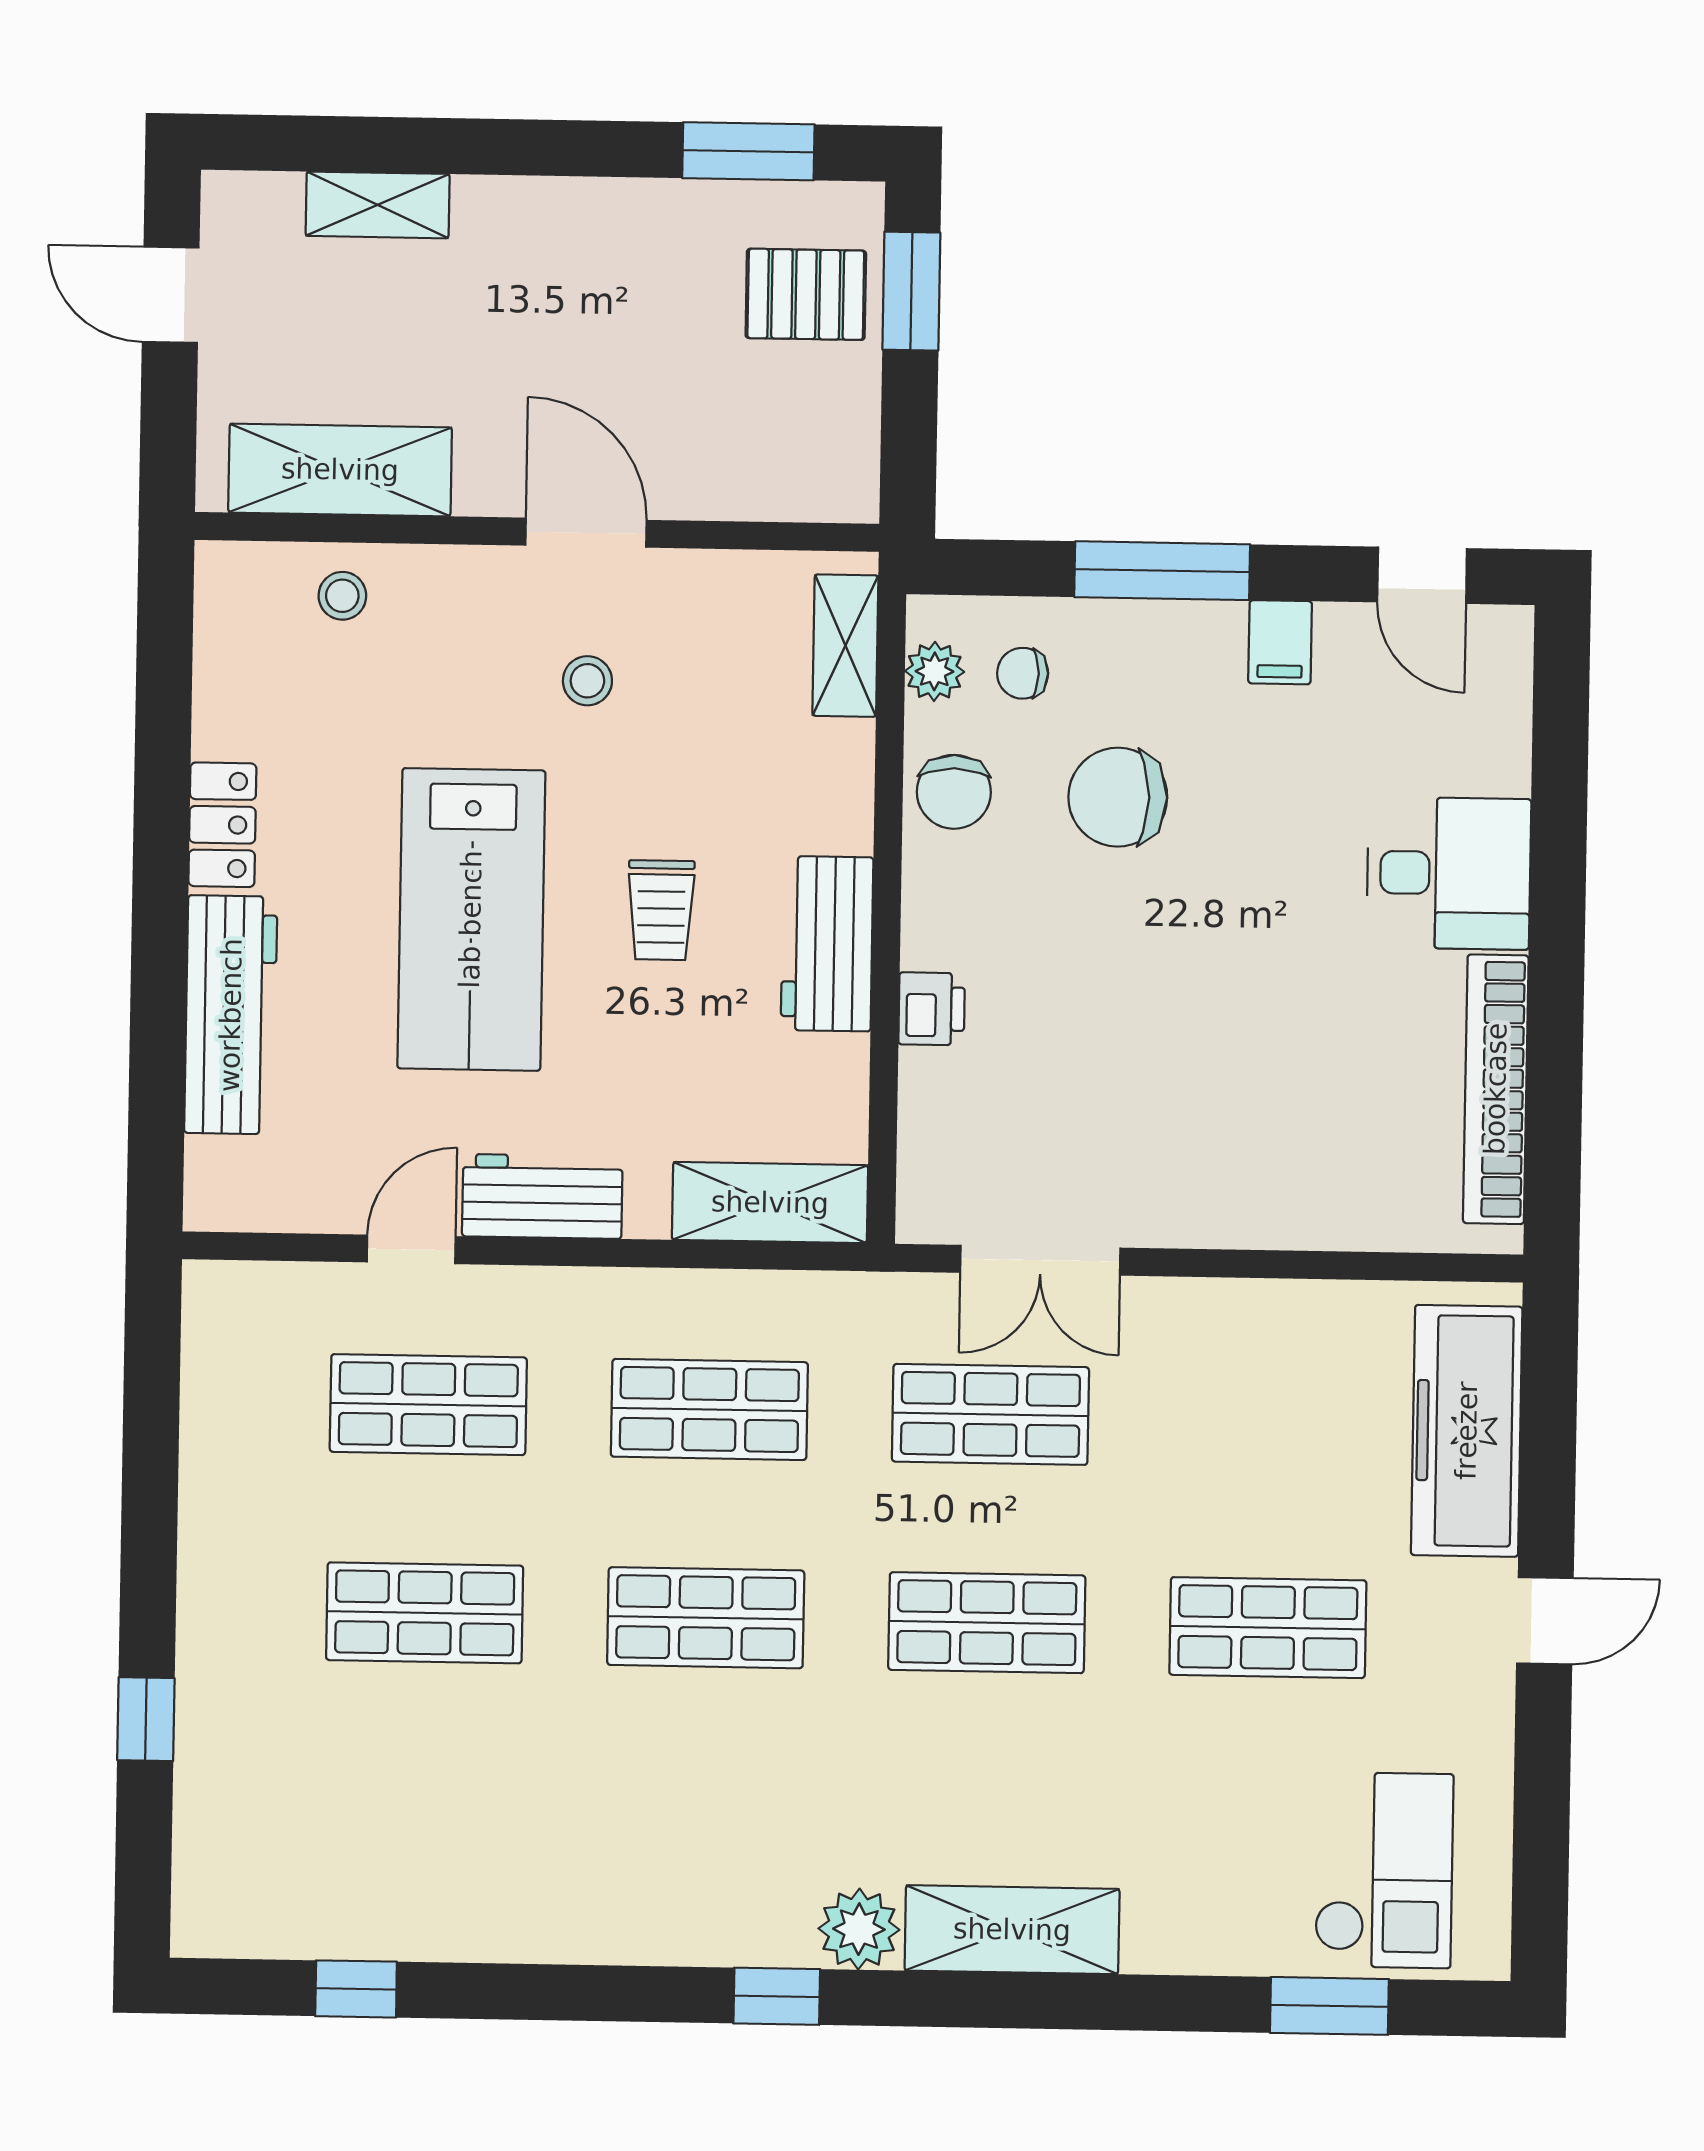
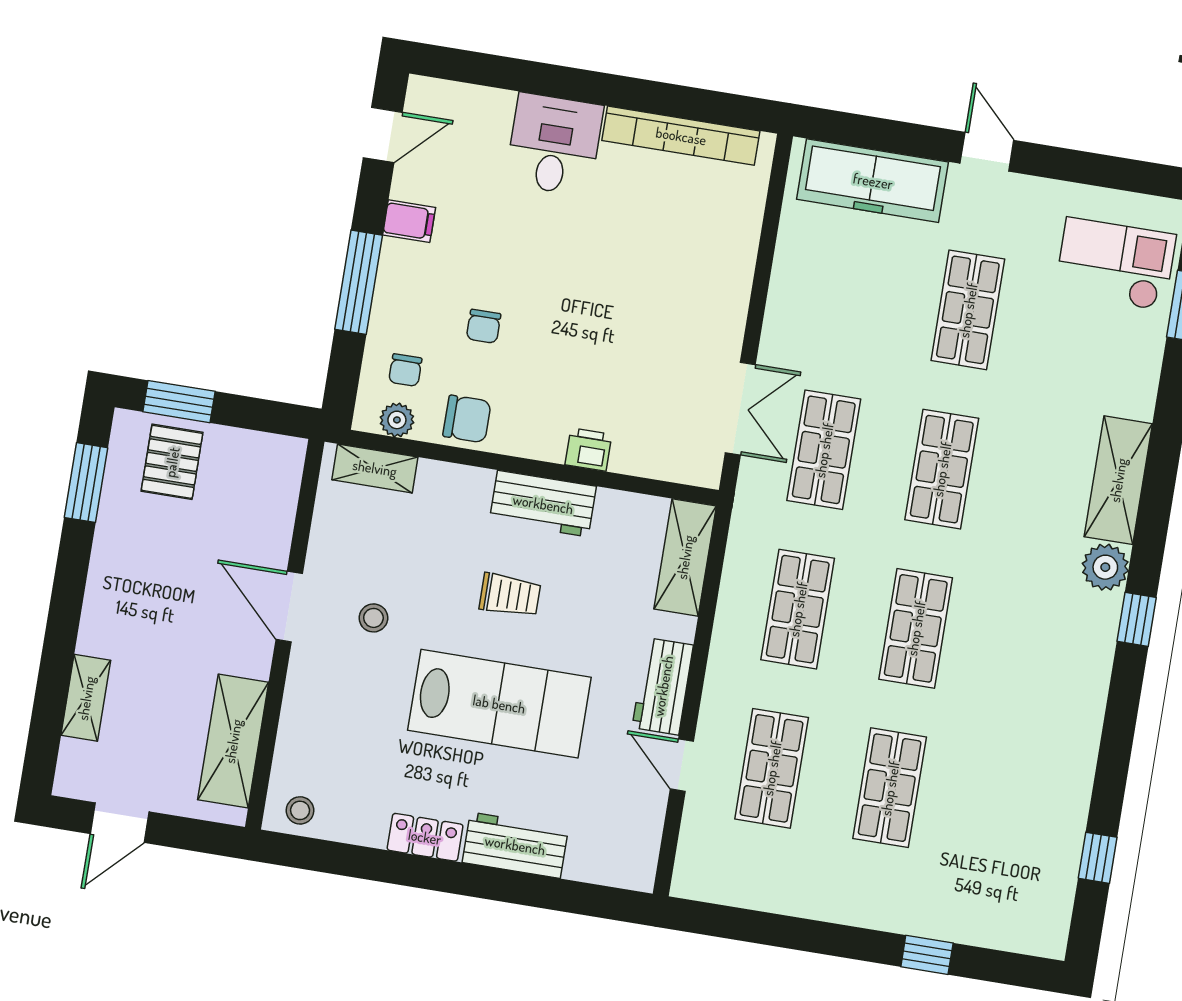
door: (586, 533) -> (289, 607), hinge flipped
stool: (342, 596) -> (300, 810), moved
chair: (1118, 797) -> (484, 326), width x0.54, depth x0.54
workbench: (231, 1015) -> (515, 845), width x0.73

